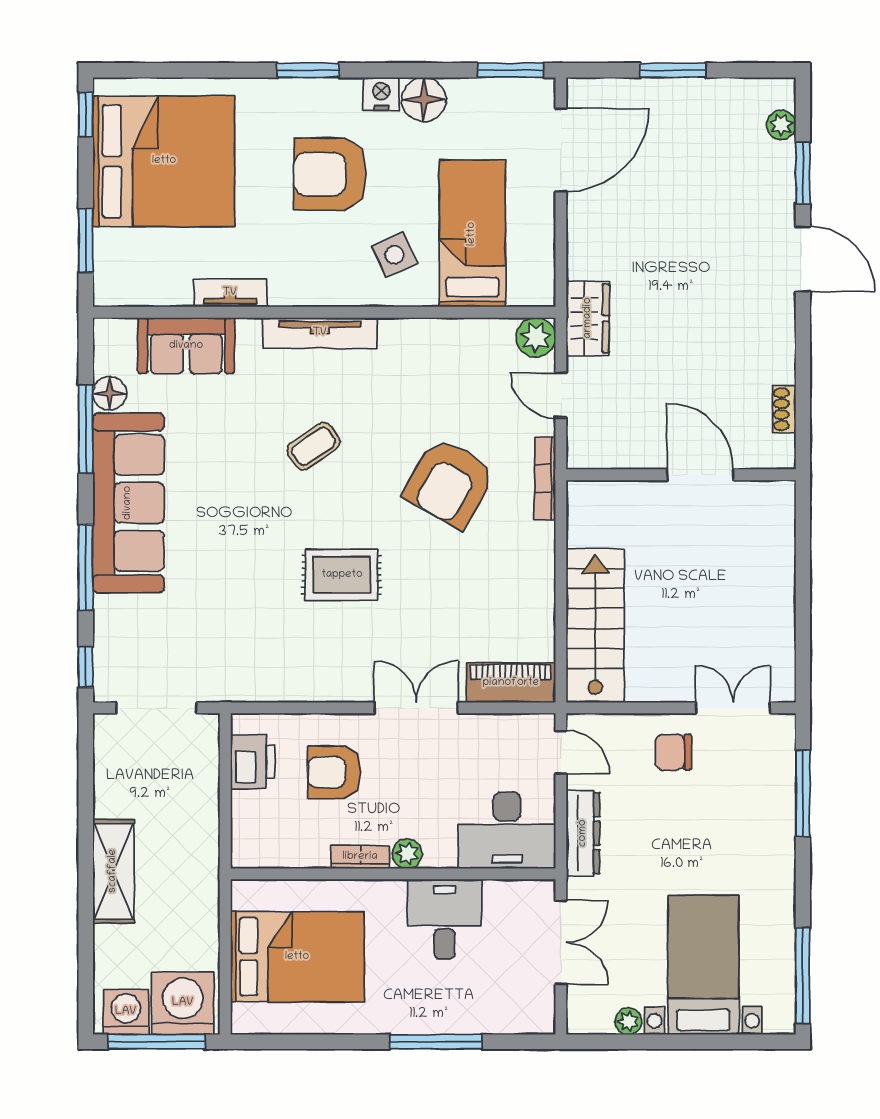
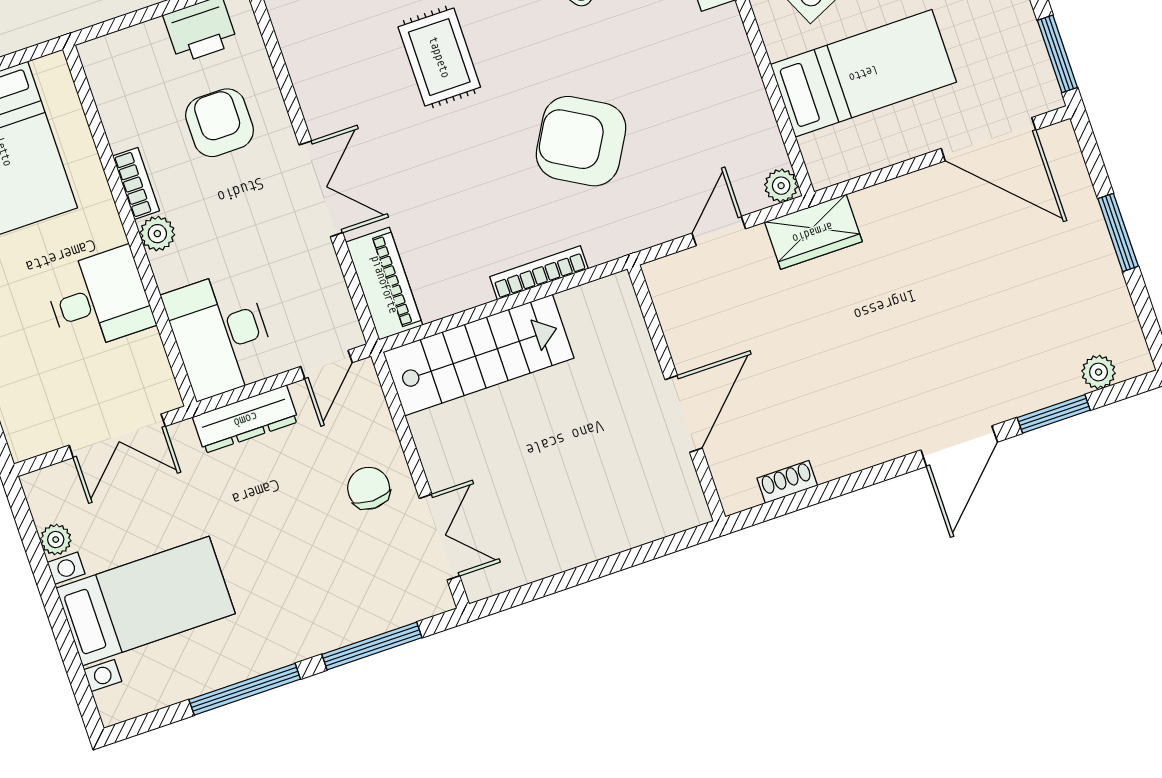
plant: (536, 337) -> (781, 186), width x0.73, depth x0.73
bookcase: (545, 479) -> (539, 273), moved
window: (803, 976) -> (245, 689), moved

